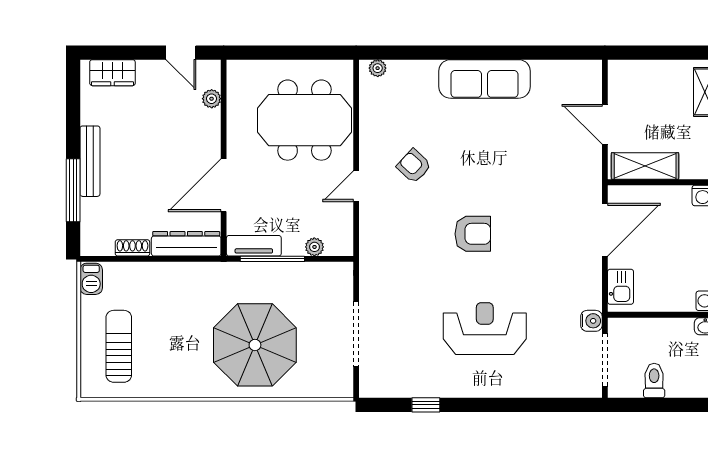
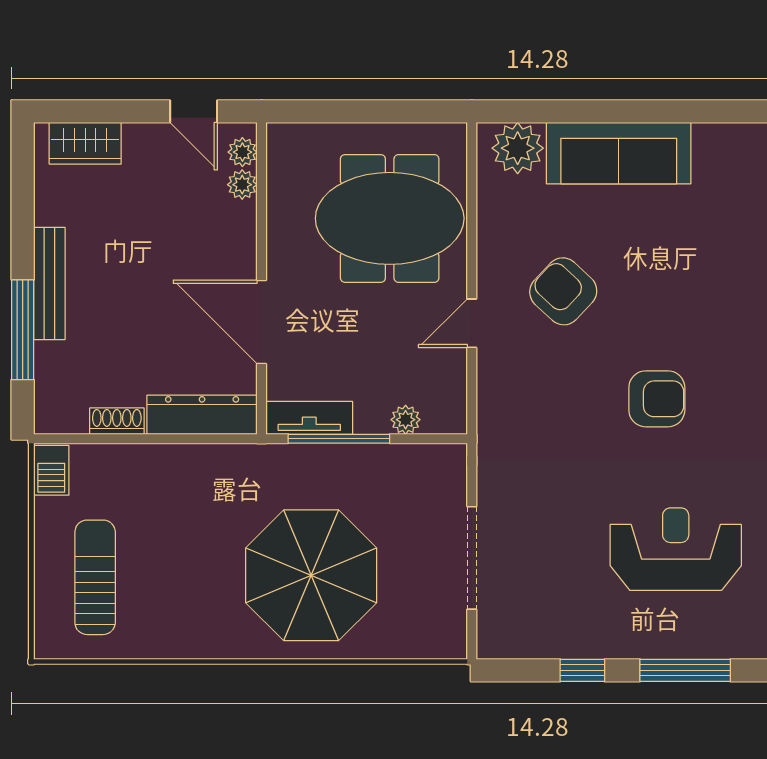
plant: (378, 68) -> (518, 148), width x1.87, depth x1.87
plant: (212, 78) -> (242, 152), added
sofa: (485, 79) -> (619, 153), moved
armchair: (414, 166) -> (563, 291), width x1.38, depth x1.38
door: (224, 185) -> (262, 322), hinge flipped
window: (491, 405) -> (685, 670), added

